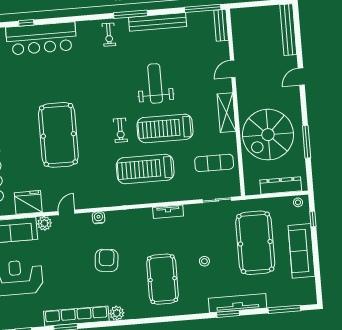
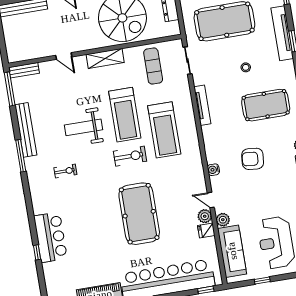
exercise bike: (109, 35) -> (65, 171), moved
bar counter: (41, 38) -> (50, 237), width x0.73
exercise bike: (120, 130) -> (130, 156), width x1.38, depth x1.39
pool table: (58, 135) -> (139, 214), turned 90
fridge: (28, 202) -> (206, 231), width x0.53, depth x0.75
plant: (50, 204) -> (205, 216), added
tv unit: (168, 212) -> (202, 105), width x1.41

